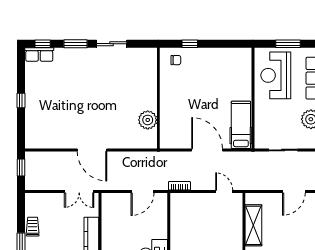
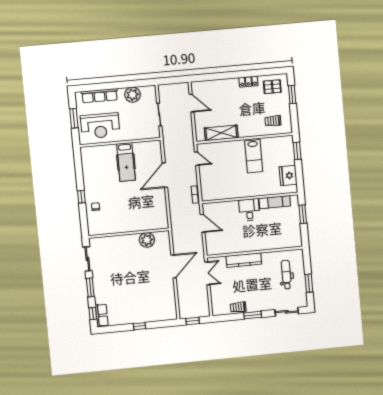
wall: (158, 98) -> (129, 233), moved
plant: (148, 120) -> (147, 240), moved
hospital bed: (241, 125) -> (126, 162), moved, turned -90
door: (224, 191) -> (197, 159), swing flipped

